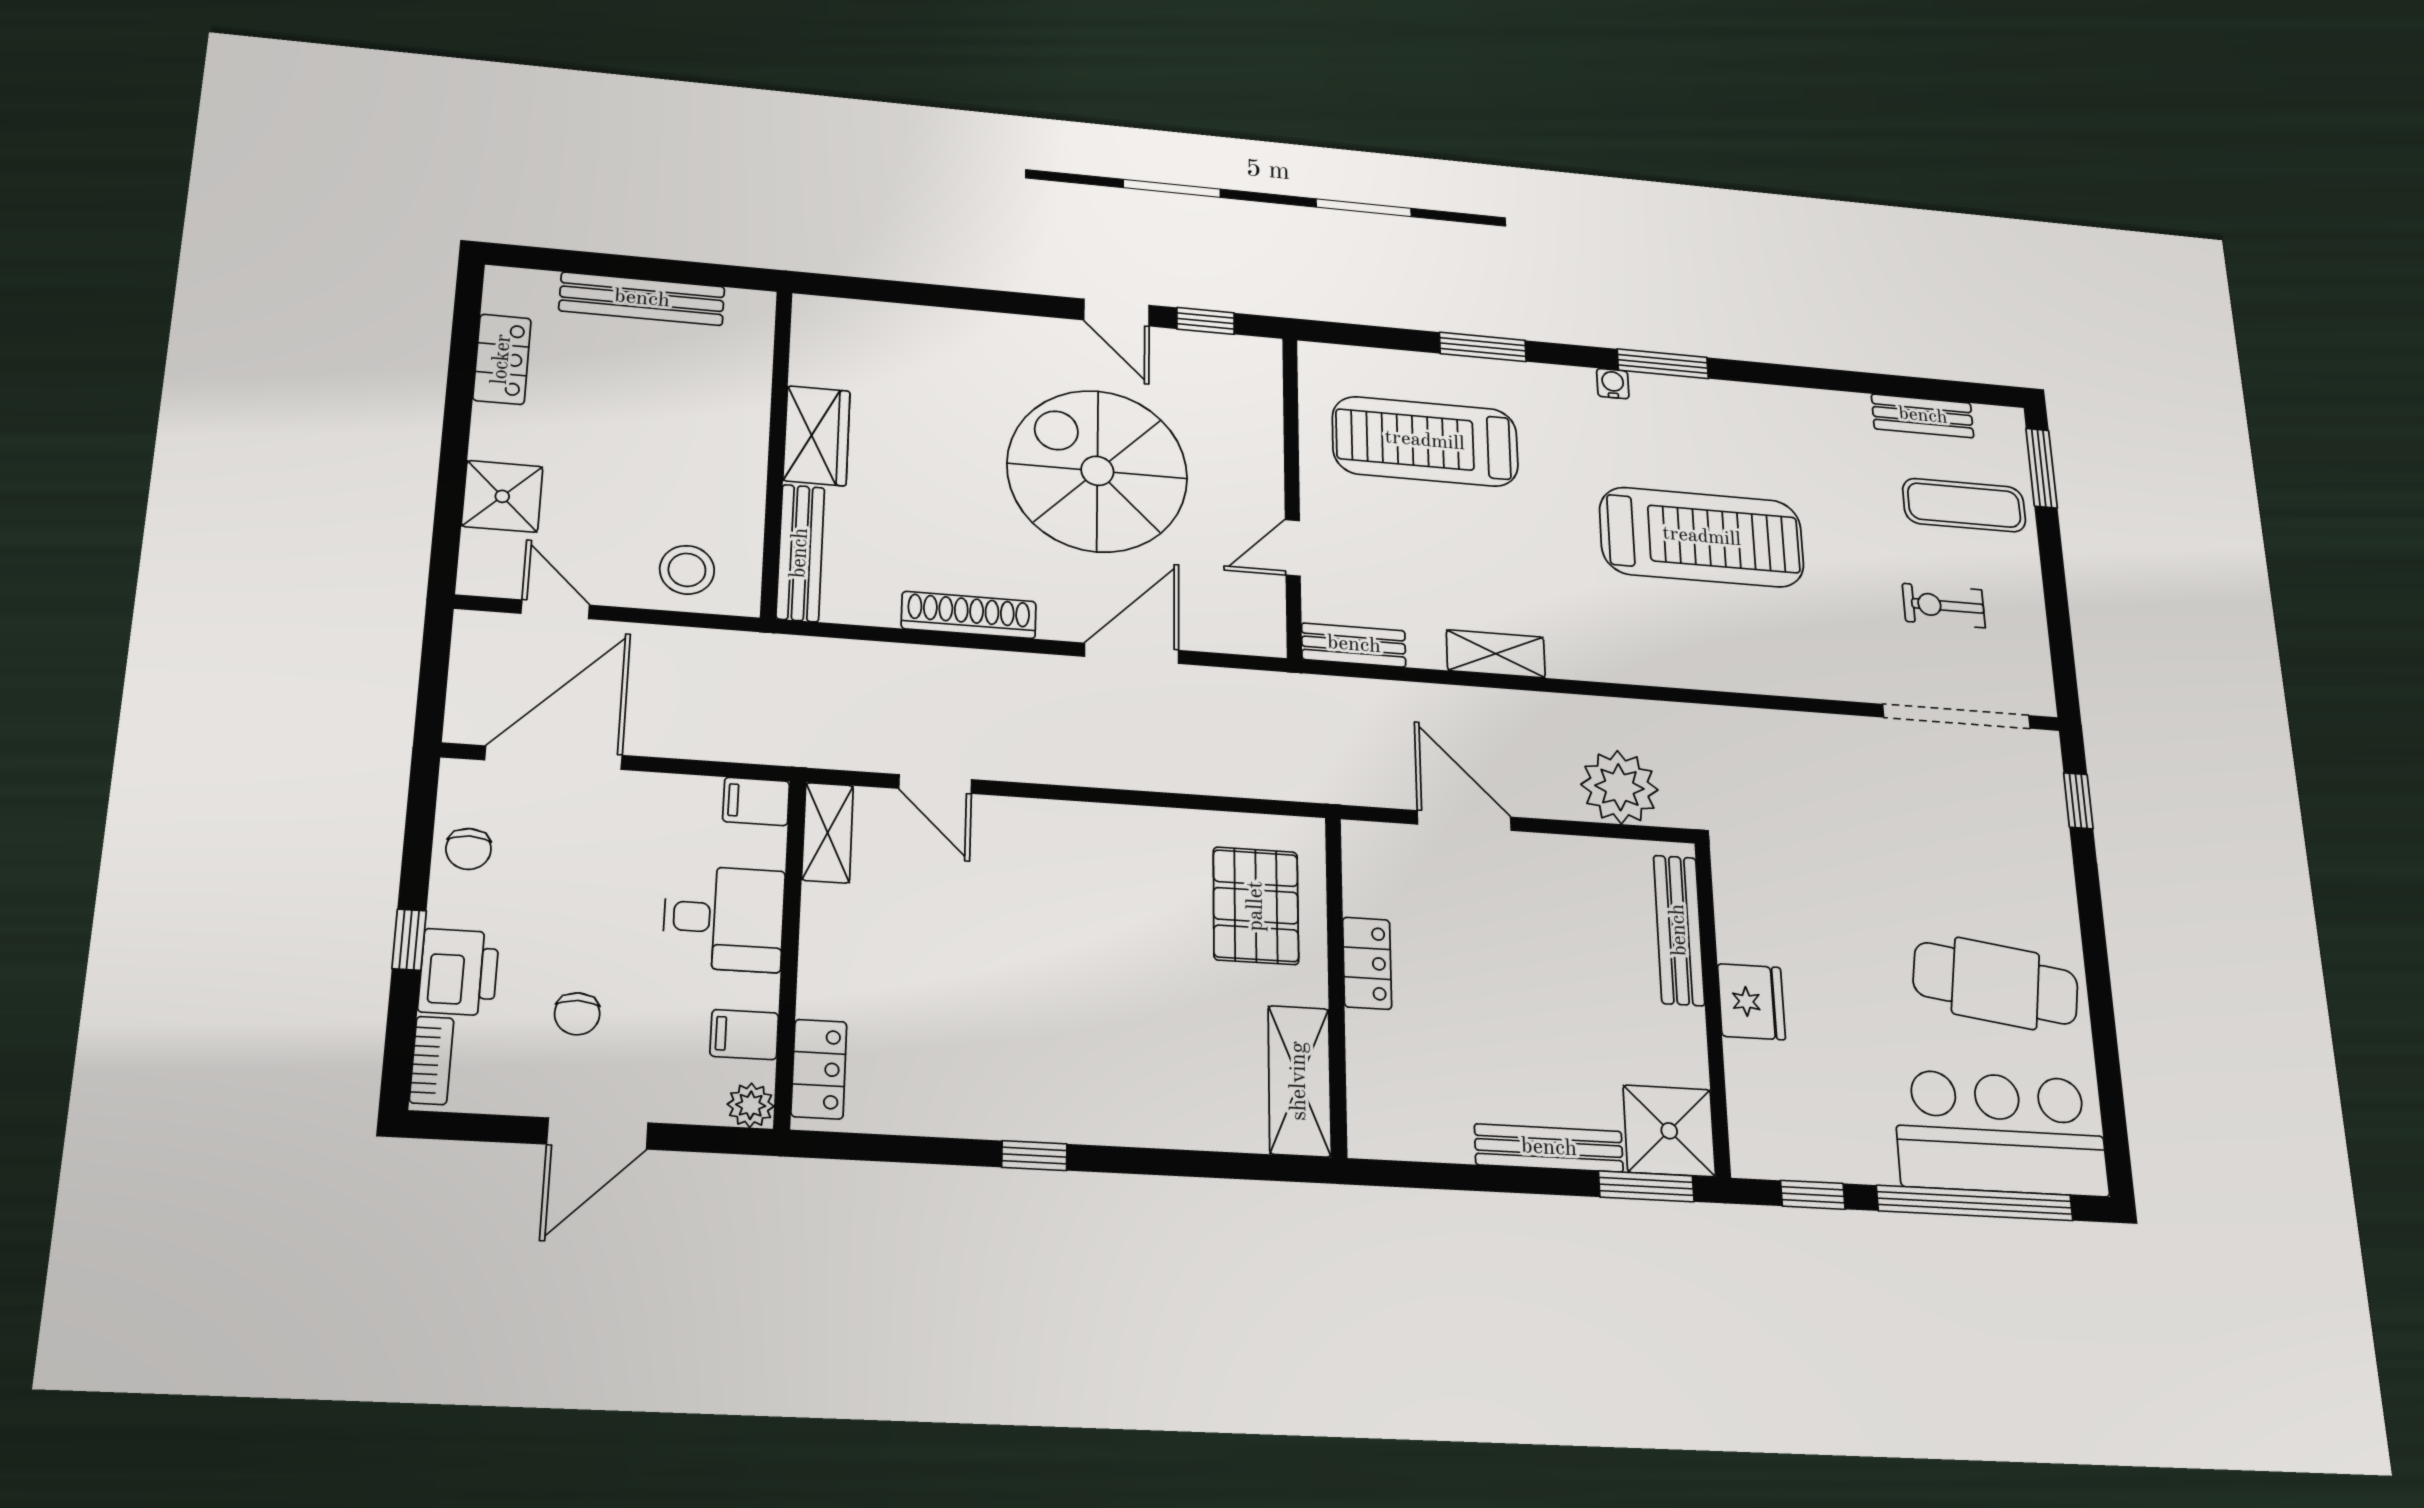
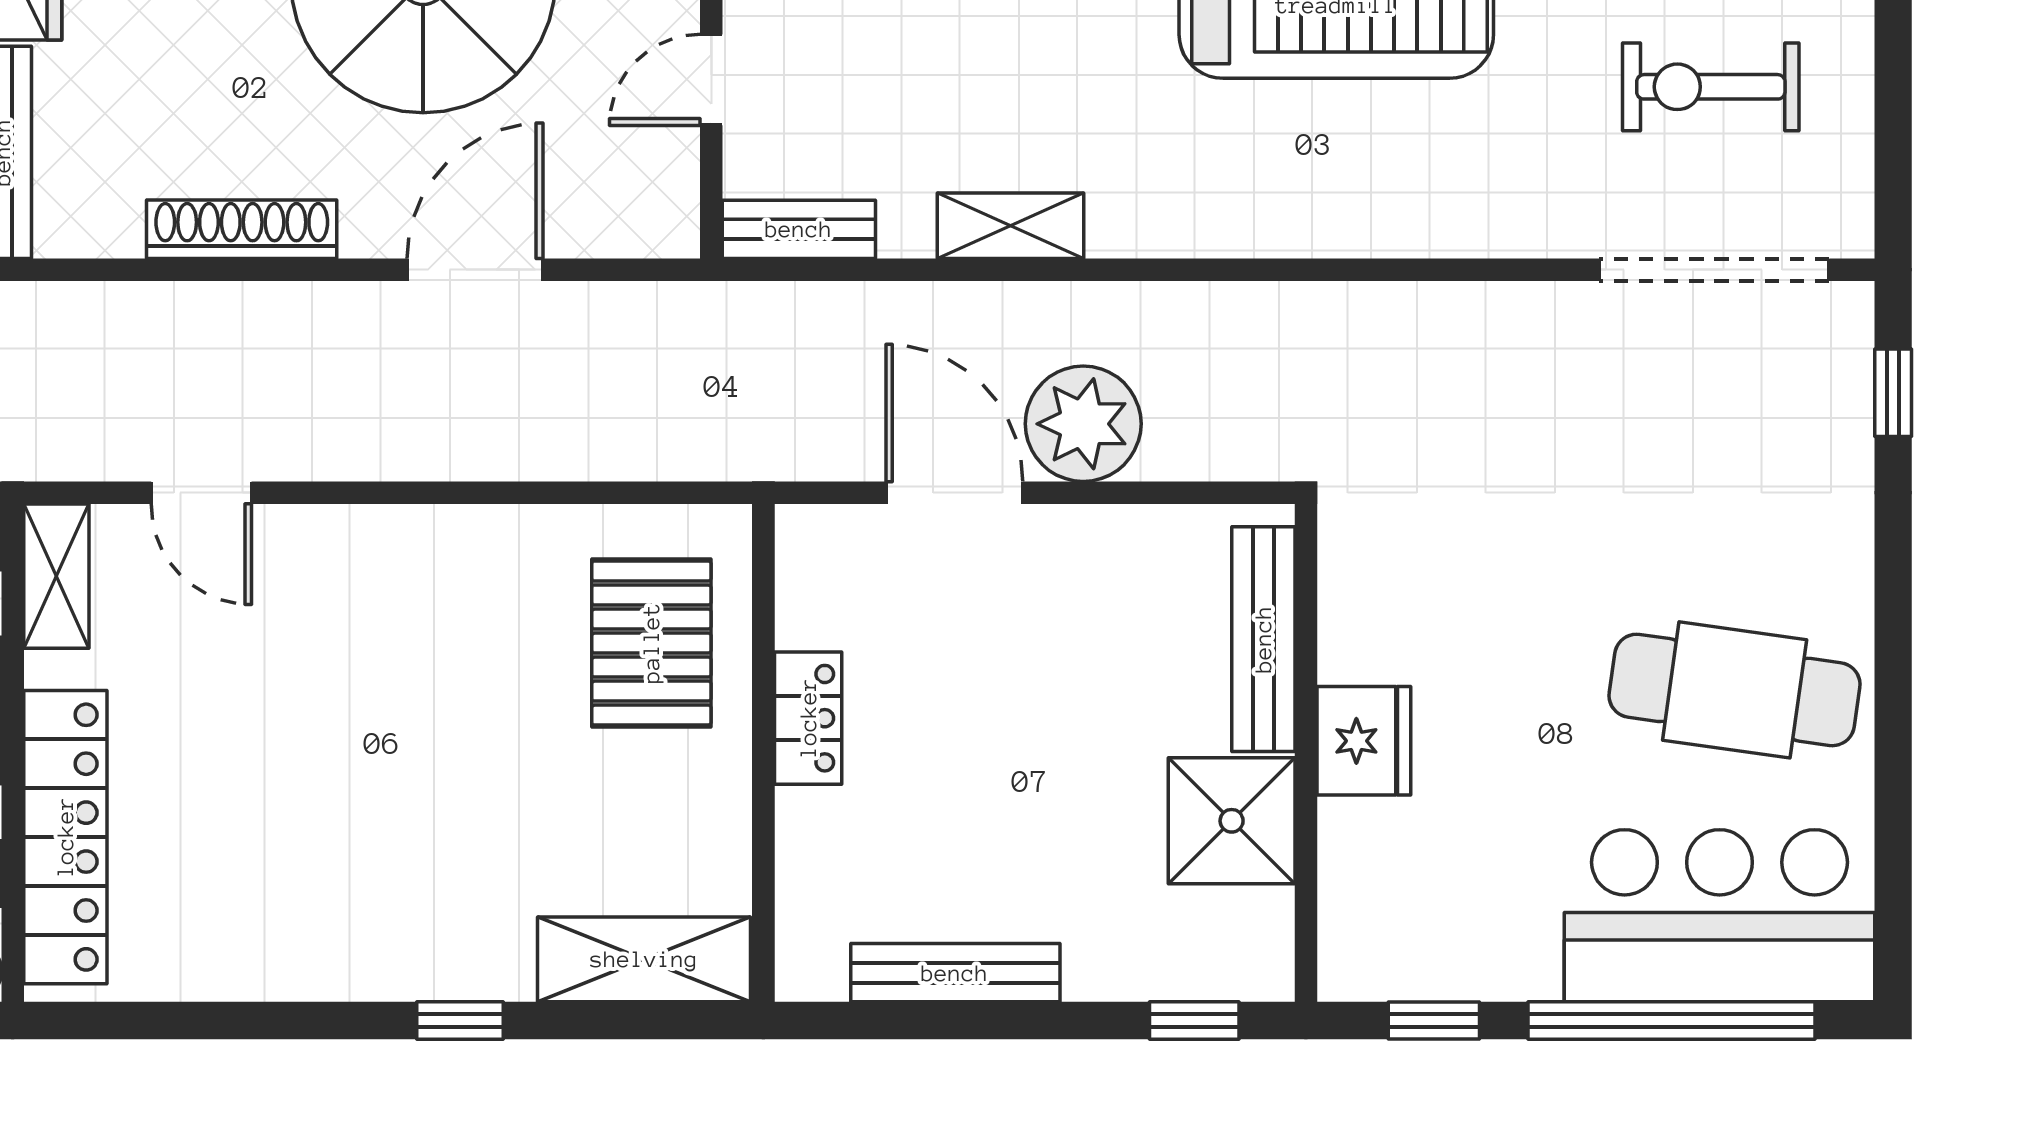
exercise bike: (1944, 606) -> (1711, 87), width x1.38, depth x1.39
plant: (1619, 787) -> (1083, 424), moved
locker: (819, 1069) -> (65, 837), width x2.16, depth x1.21
shelving: (1299, 1081) -> (644, 959), moved, turned 90
shower: (1669, 1131) -> (1232, 821), moved
bench: (1549, 1148) -> (955, 973), moved
window: (1034, 1156) -> (460, 1020), moved
window: (1646, 1186) -> (1194, 1020), width x0.67

